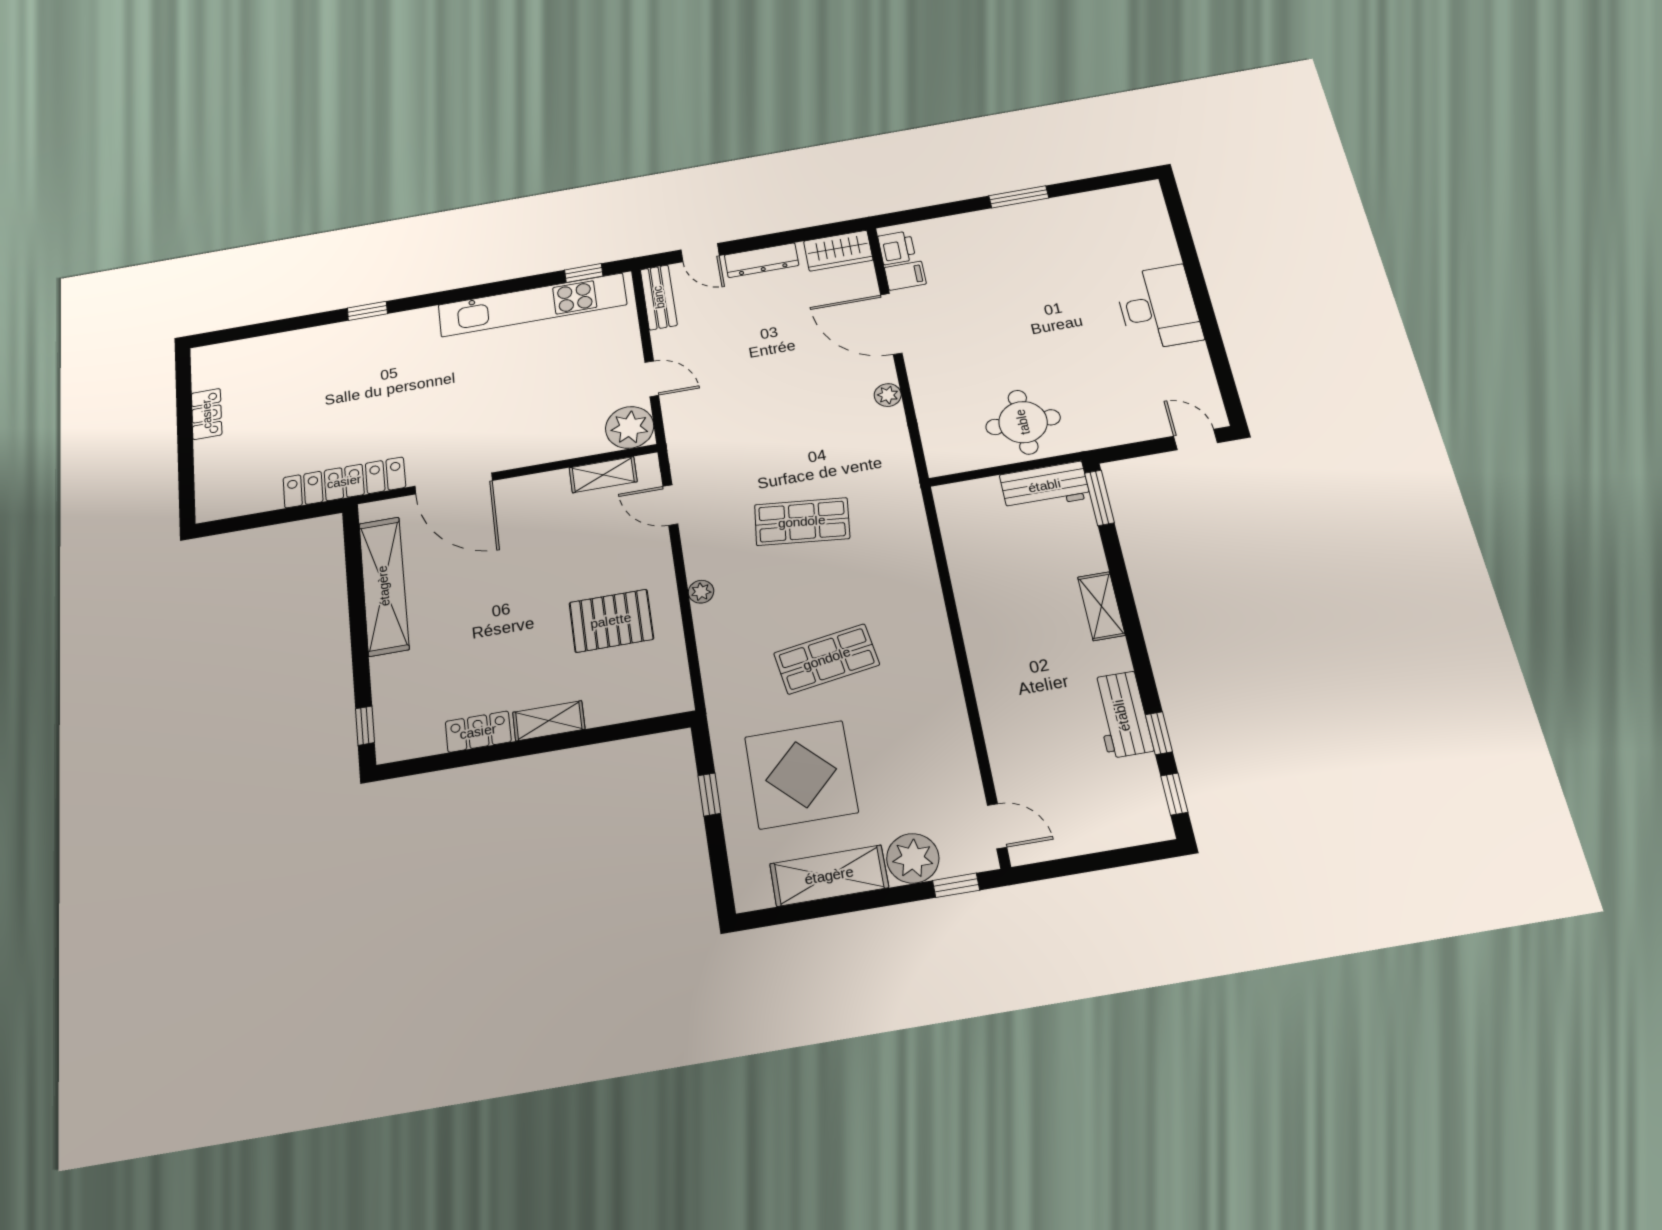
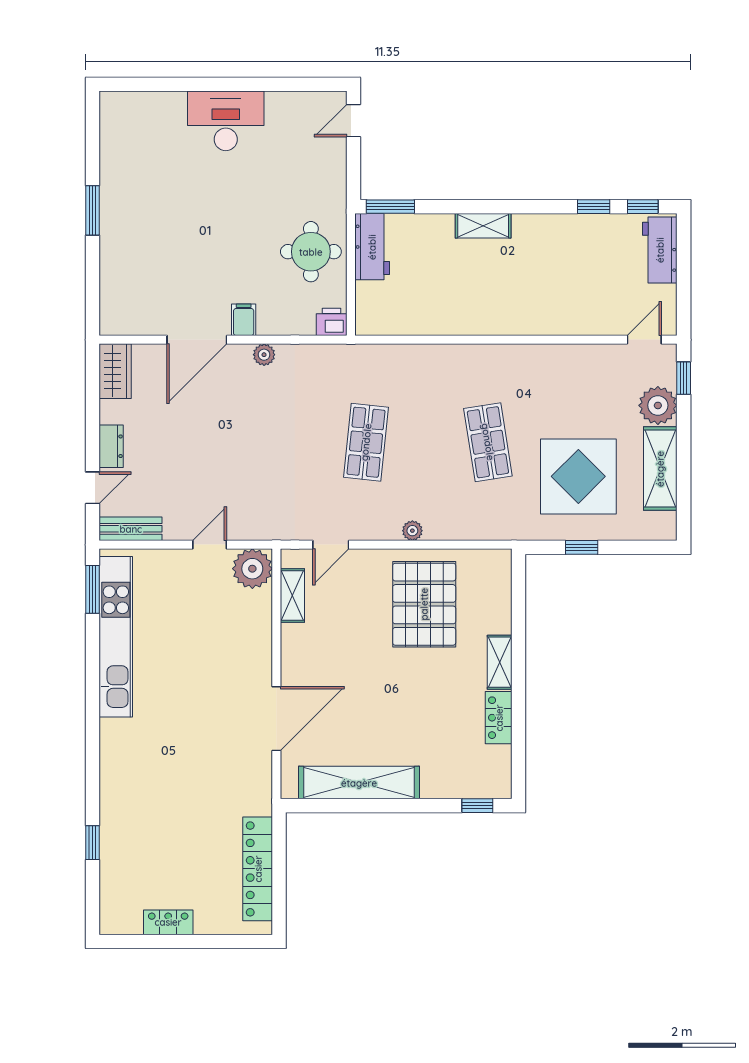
printer: (897, 248) -> (332, 322), moved
dresser: (762, 260) -> (111, 446), width x0.70
window: (584, 273) -> (93, 589), width x1.50
filing cabinet: (905, 276) -> (244, 320), moved
window: (367, 311) -> (93, 843), moved
locker: (344, 482) -> (258, 869), moved
pallet: (611, 621) -> (424, 604), width x1.37, depth x1.41
workbench: (1122, 715) -> (660, 250), moved, turned 90

